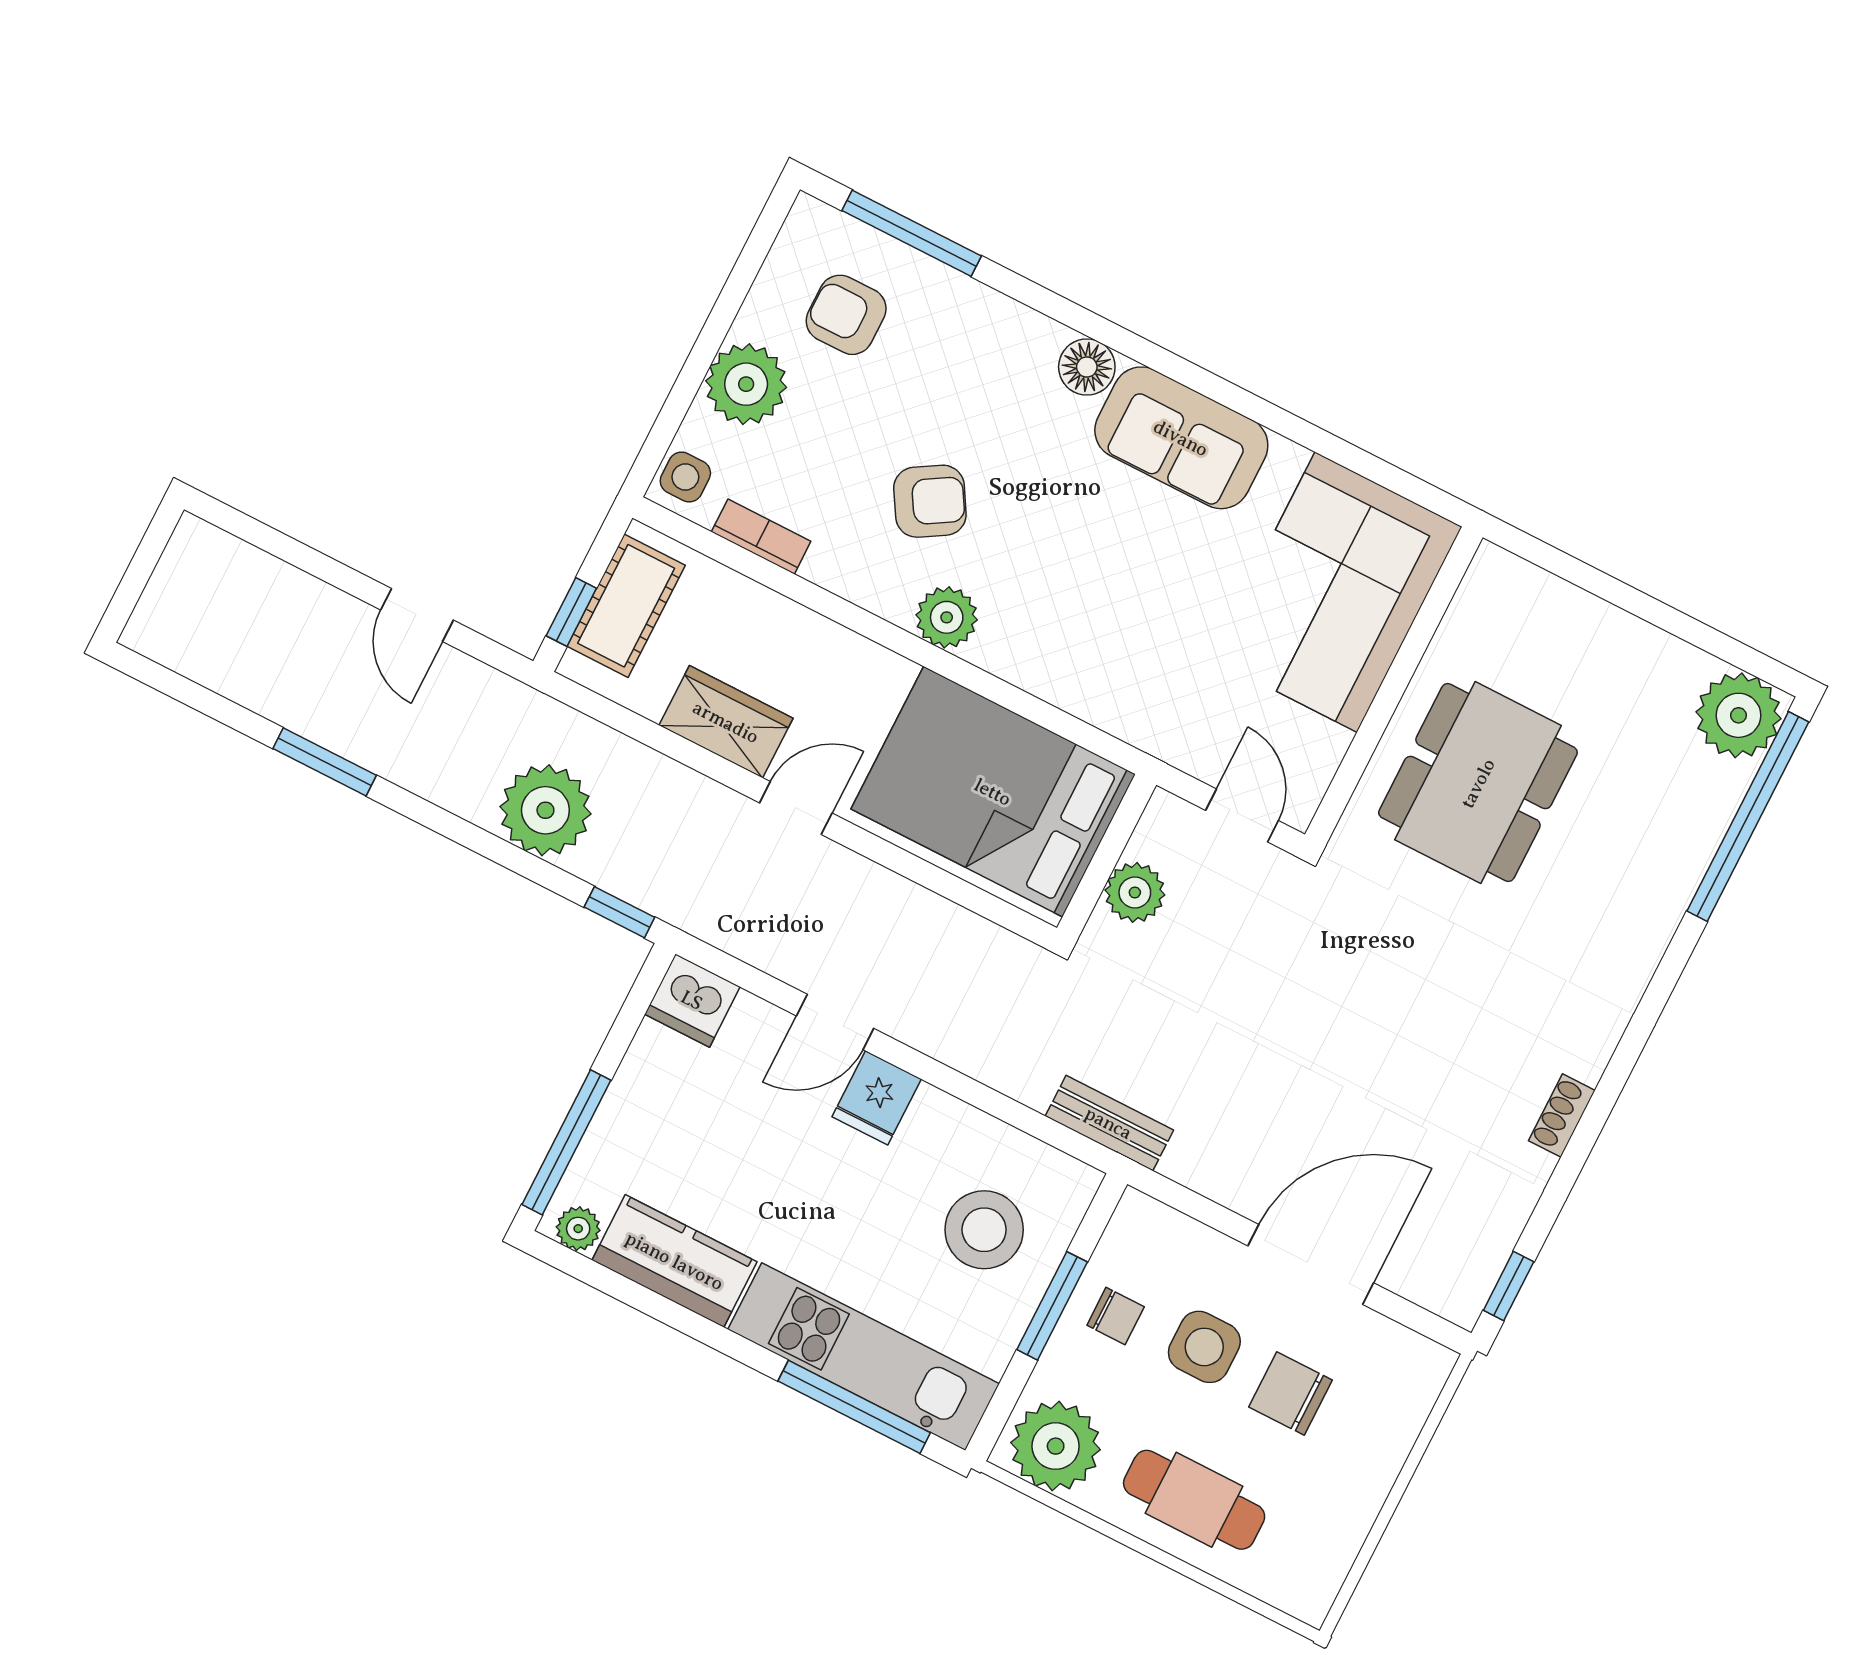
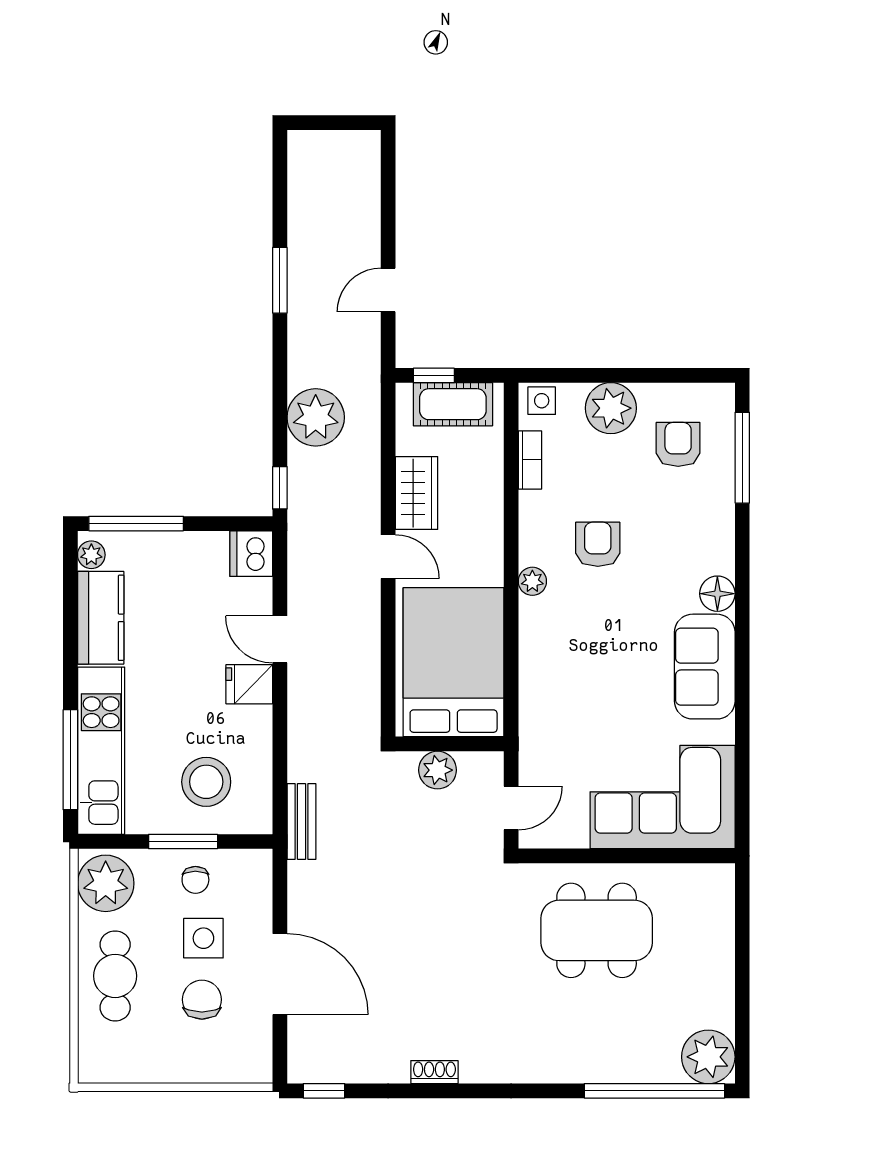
armchair: (930, 501) -> (598, 544), turned -149
plant: (947, 617) -> (532, 581), width x0.73, depth x0.73

